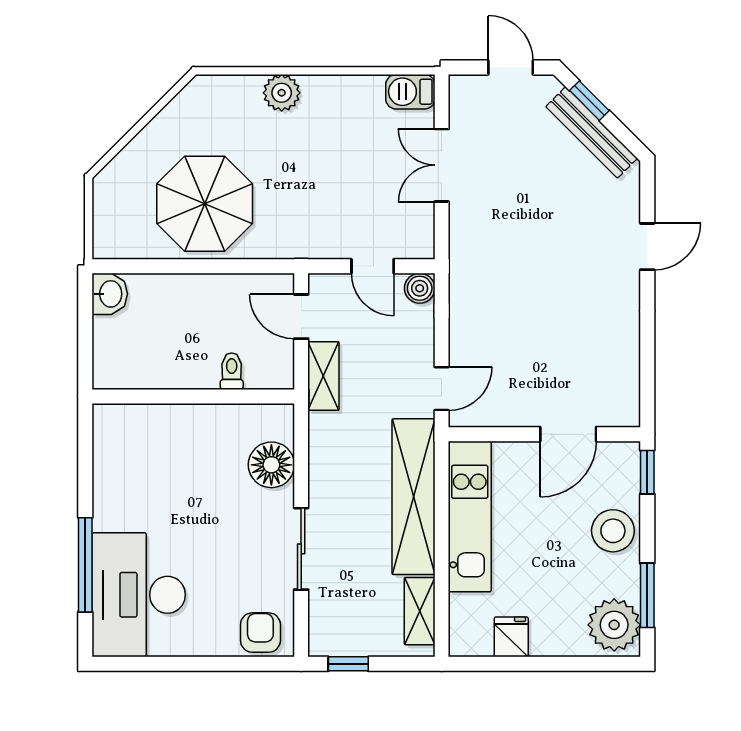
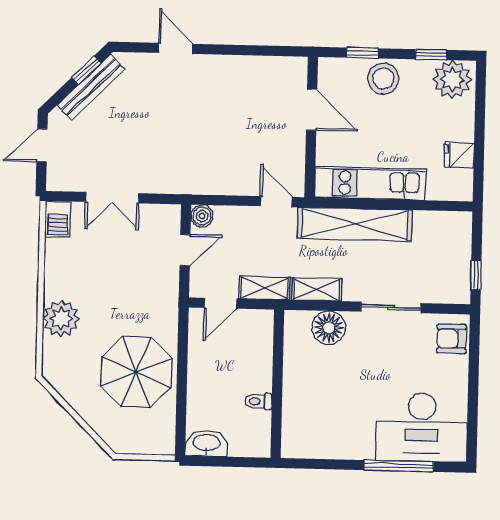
plant: (282, 93) -> (61, 319), width x1.36, depth x1.36
window: (589, 101) -> (86, 70), moved
washbasin: (110, 294) -> (206, 443), width x1.38
toilet: (232, 371) -> (258, 401), moved
window: (647, 472) -> (362, 53), moved
window: (647, 595) -> (431, 55), width x0.67
shelving: (420, 611) -> (317, 289), moved

